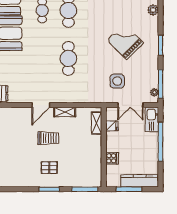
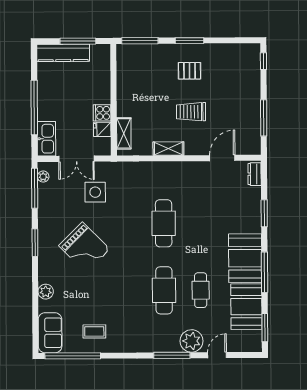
door: (41, 105) -> (222, 158), moved
double door: (130, 105) -> (77, 159), swing flipped
cooker: (112, 158) -> (102, 113), moved

